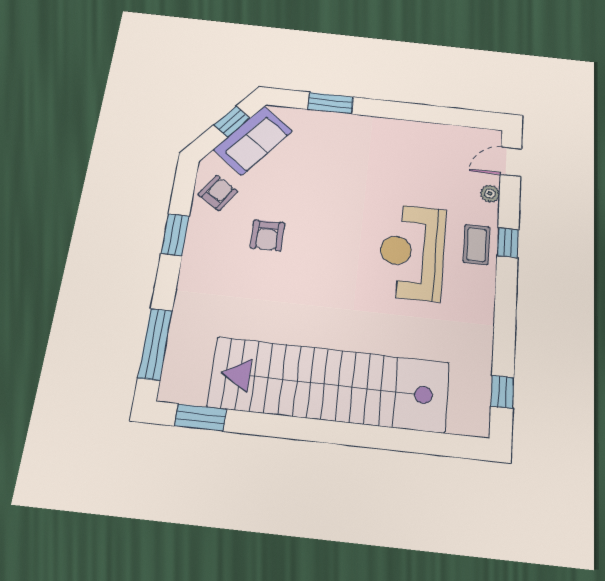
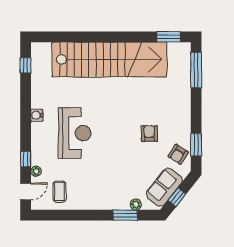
plant: (309, 118) -> (136, 204), added
window: (175, 235) -> (196, 145), moved
window: (508, 243) -> (26, 159), moved
coffee table: (477, 245) -> (60, 192), moved
water cooler: (484, 293) -> (37, 115), added

